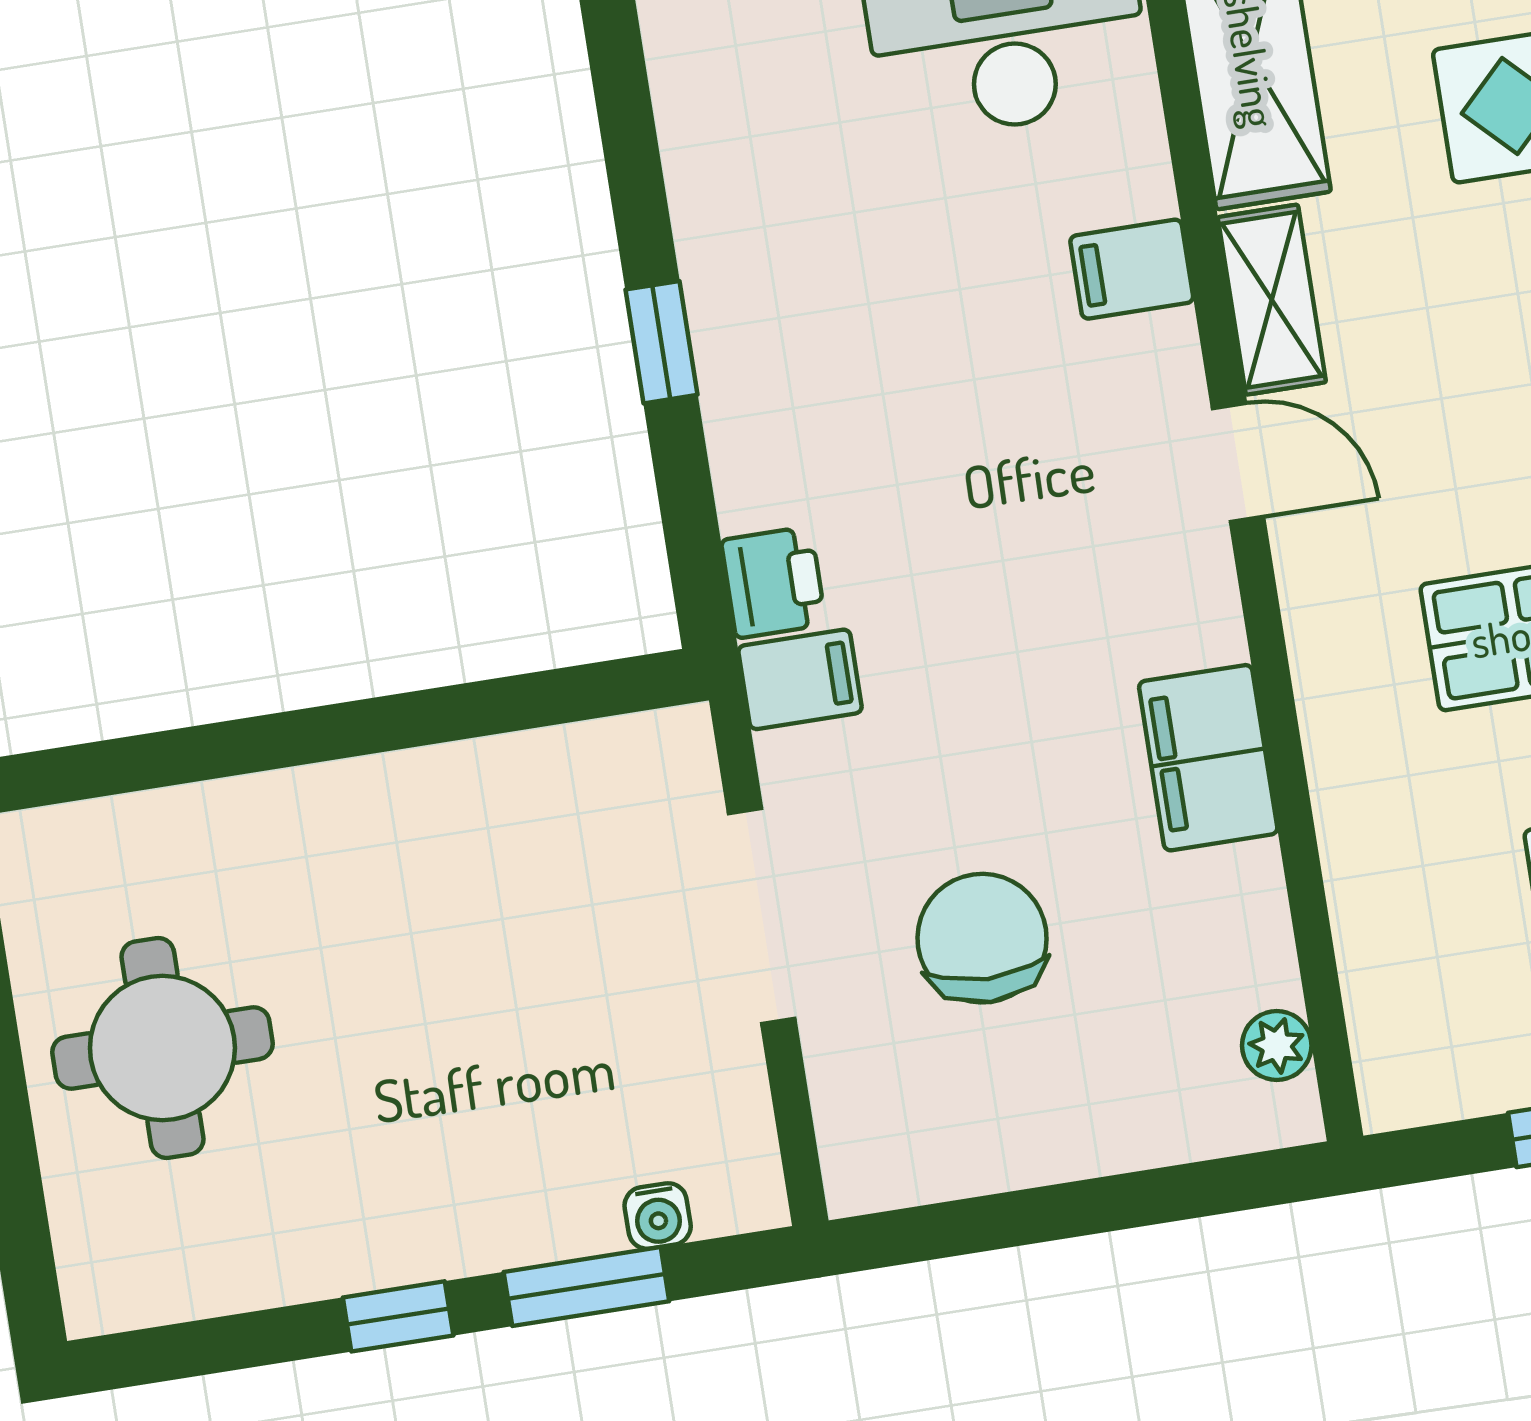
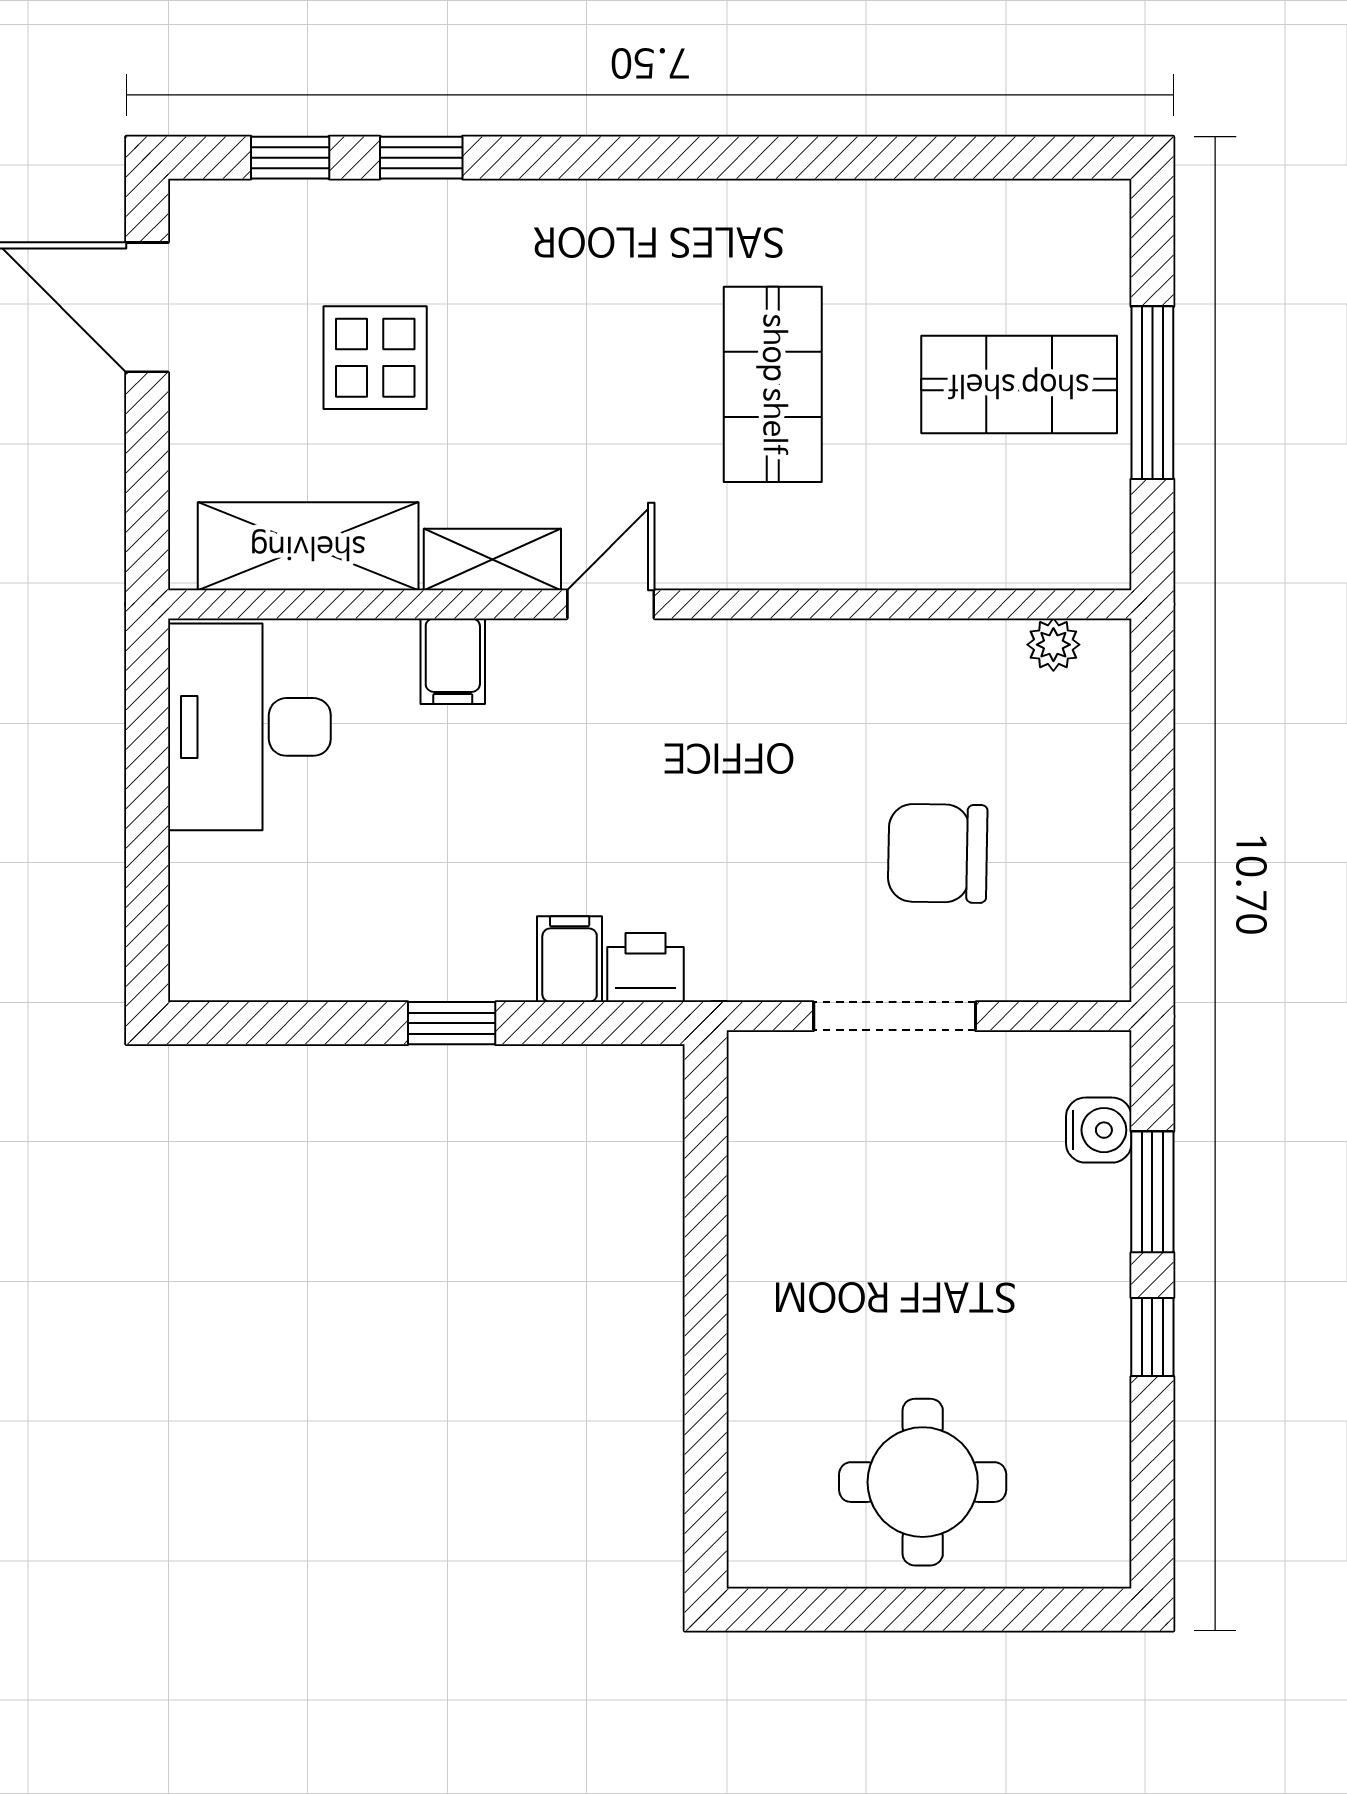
filing cabinet: (800, 679) -> (570, 959), moved
filing cabinet: (1208, 758) -> (829, 662), removed
water cooler: (658, 1216) -> (1099, 1130), width x1.38, depth x1.38

